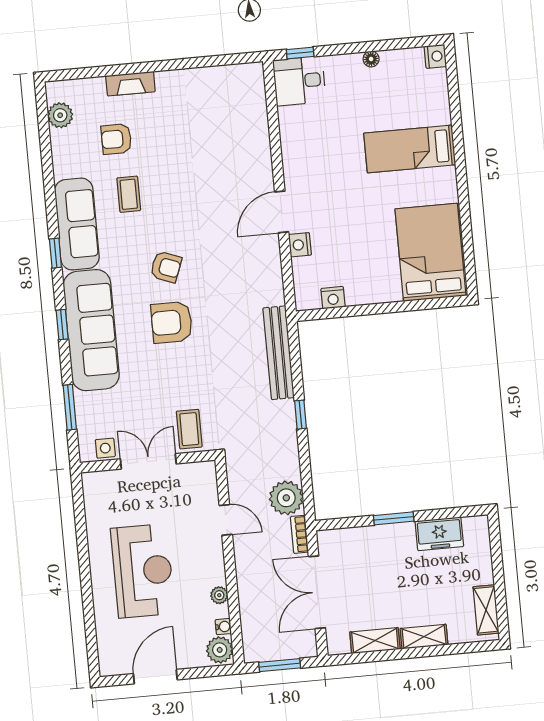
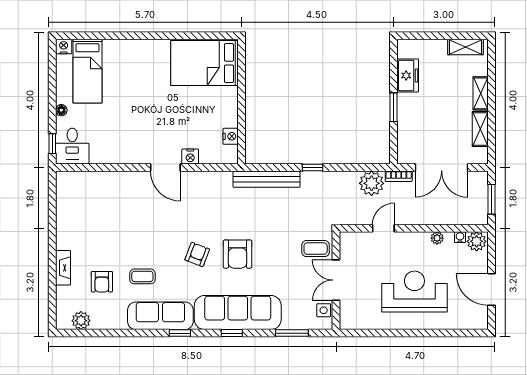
floor lamp: (371, 59) -> (61, 110), moved
bed: (410, 149) -> (87, 71), moved

